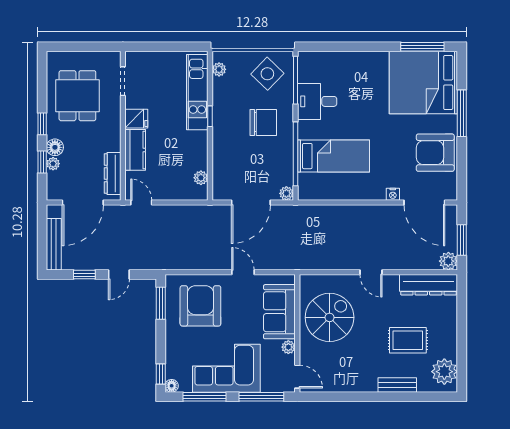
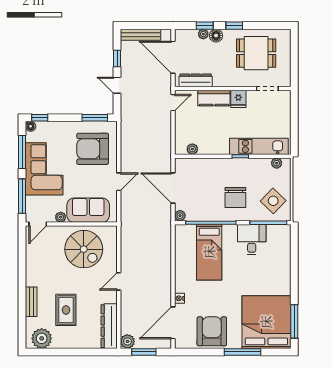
armchair: (200, 306) -> (93, 149), turned 180

